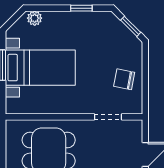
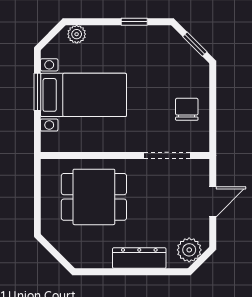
chair: (124, 79) -> (187, 109), turned 79
doorway: (108, 117) -> (167, 156), width x1.38

